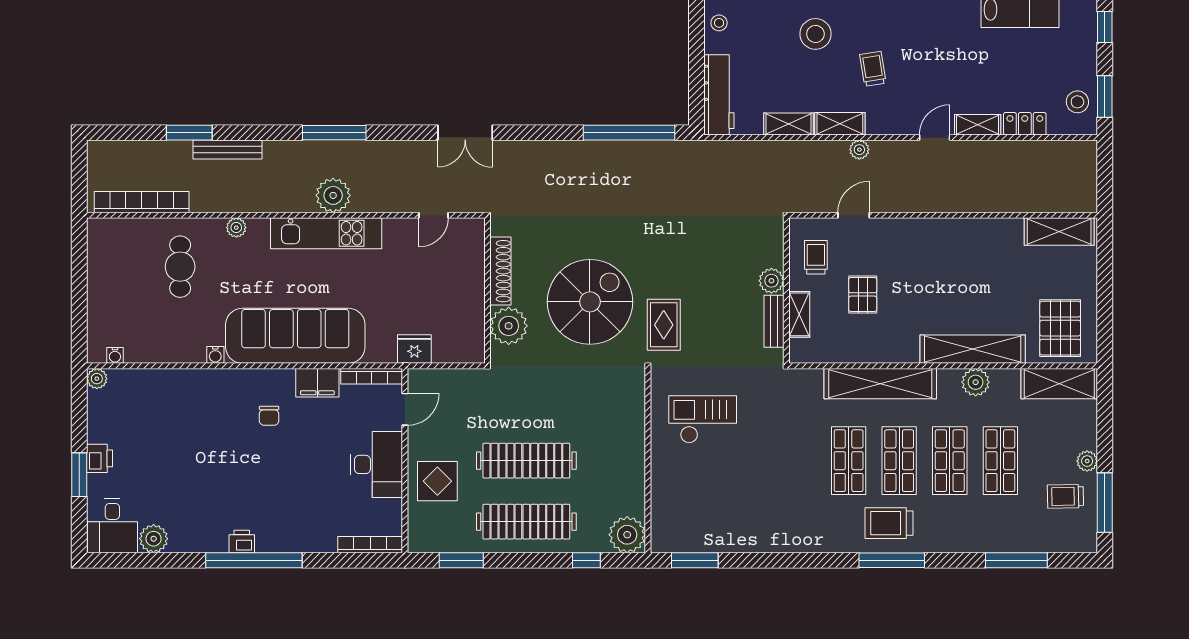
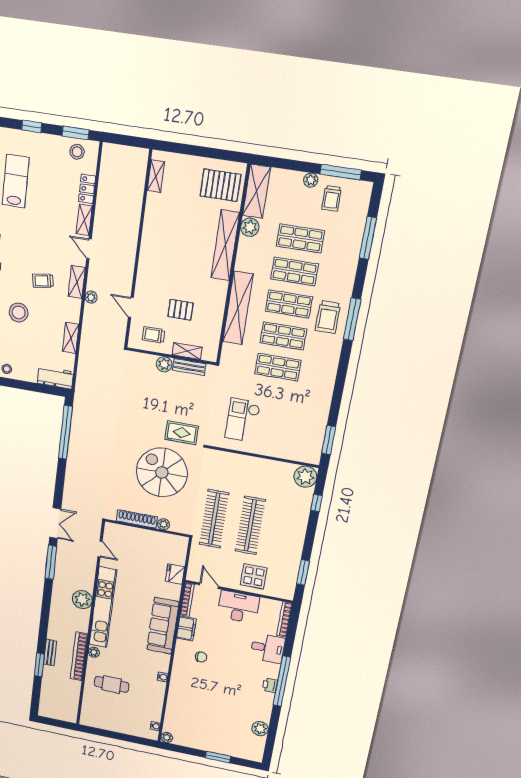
workbench: (719, 95) -> (55, 378), width x0.73
shelving: (840, 124) -> (77, 282), moved
window: (334, 133) -> (51, 562), moved
bench: (227, 149) -> (50, 652), width x0.73
bookcase: (142, 202) -> (79, 656), moved
shelving: (1059, 232) -> (156, 176), width x0.67, depth x0.75
kitchen unit: (326, 233) -> (103, 607), width x1.36
plant: (509, 326) -> (163, 524), width x0.53, depth x0.53
sofa: (295, 336) -> (163, 626), width x0.74, depth x0.79
plant: (976, 382) -> (250, 227), moved
printer: (99, 458) -> (211, 746), removed
shop shelf: (798, 461) -> (278, 367), added
clothes rail: (526, 522) -> (214, 519), moved
desk: (112, 526) -> (268, 648), moved

